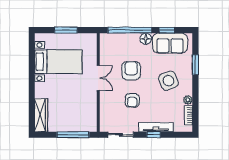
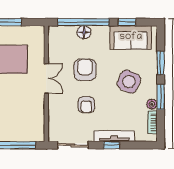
floor lamp: (146, 39) -> (84, 32), moved
side table: (168, 81) -> (129, 82), turned 45
window: (195, 94) -> (161, 97), added

